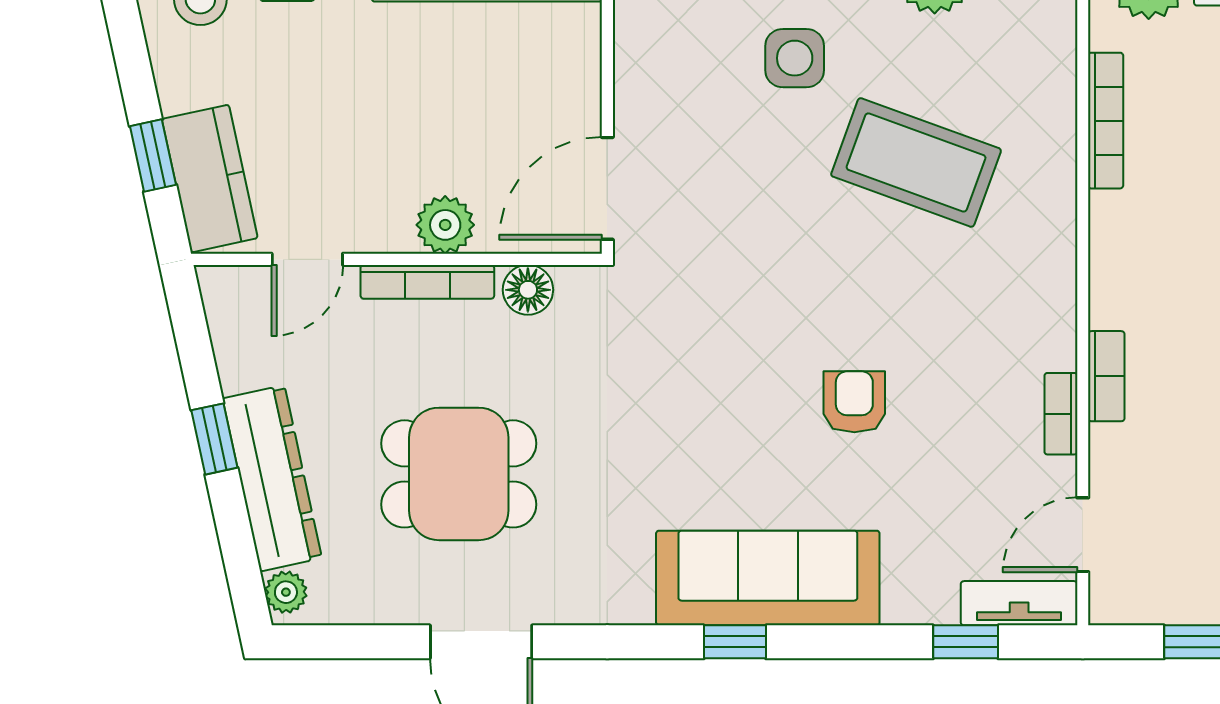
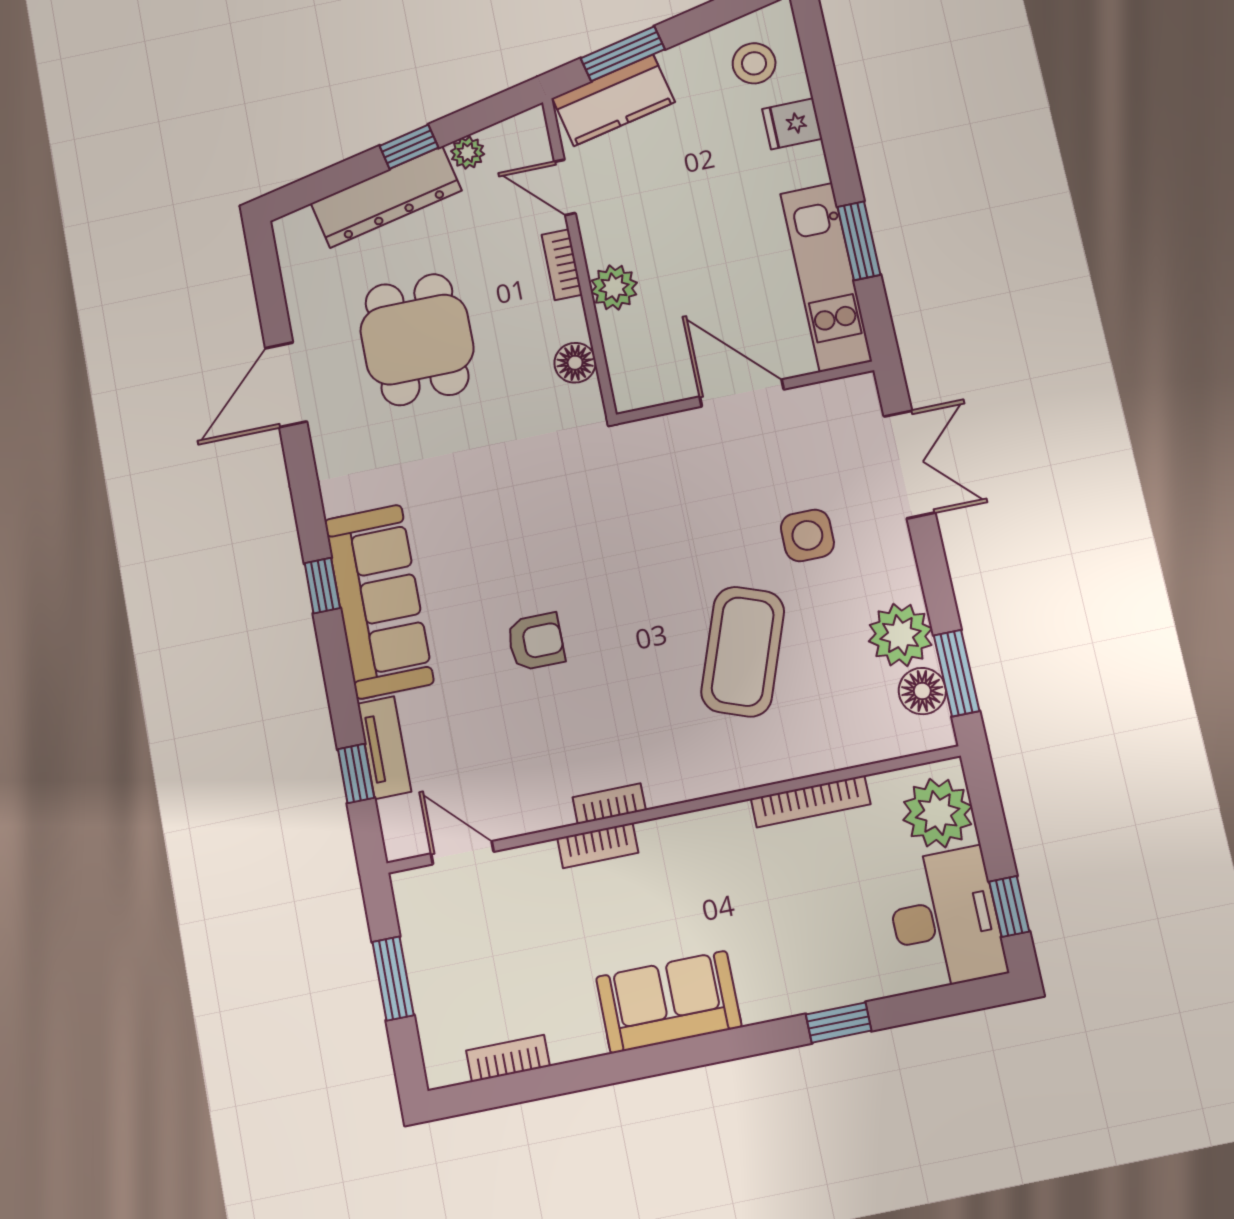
window: (153, 155) -> (623, 54), width x1.50
door: (607, 188) -> (742, 393), moved
bookcase: (427, 282) -> (562, 265), width x0.64
bookcase: (1061, 414) -> (609, 804), moved
plant: (286, 592) -> (468, 153), moved
tv unit: (1019, 603) -> (384, 748), moved

